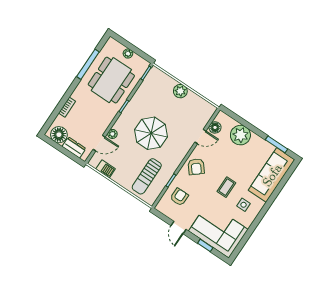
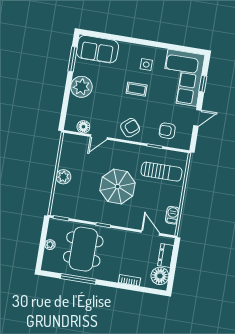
dining table: (111, 80) -> (83, 249), turned 90
plant: (112, 134) -> (135, 224), removed
plant: (240, 135) -> (81, 87), moved
door: (200, 137) -> (99, 137), swing flipped
sofa: (272, 175) -> (97, 49), width x0.73

